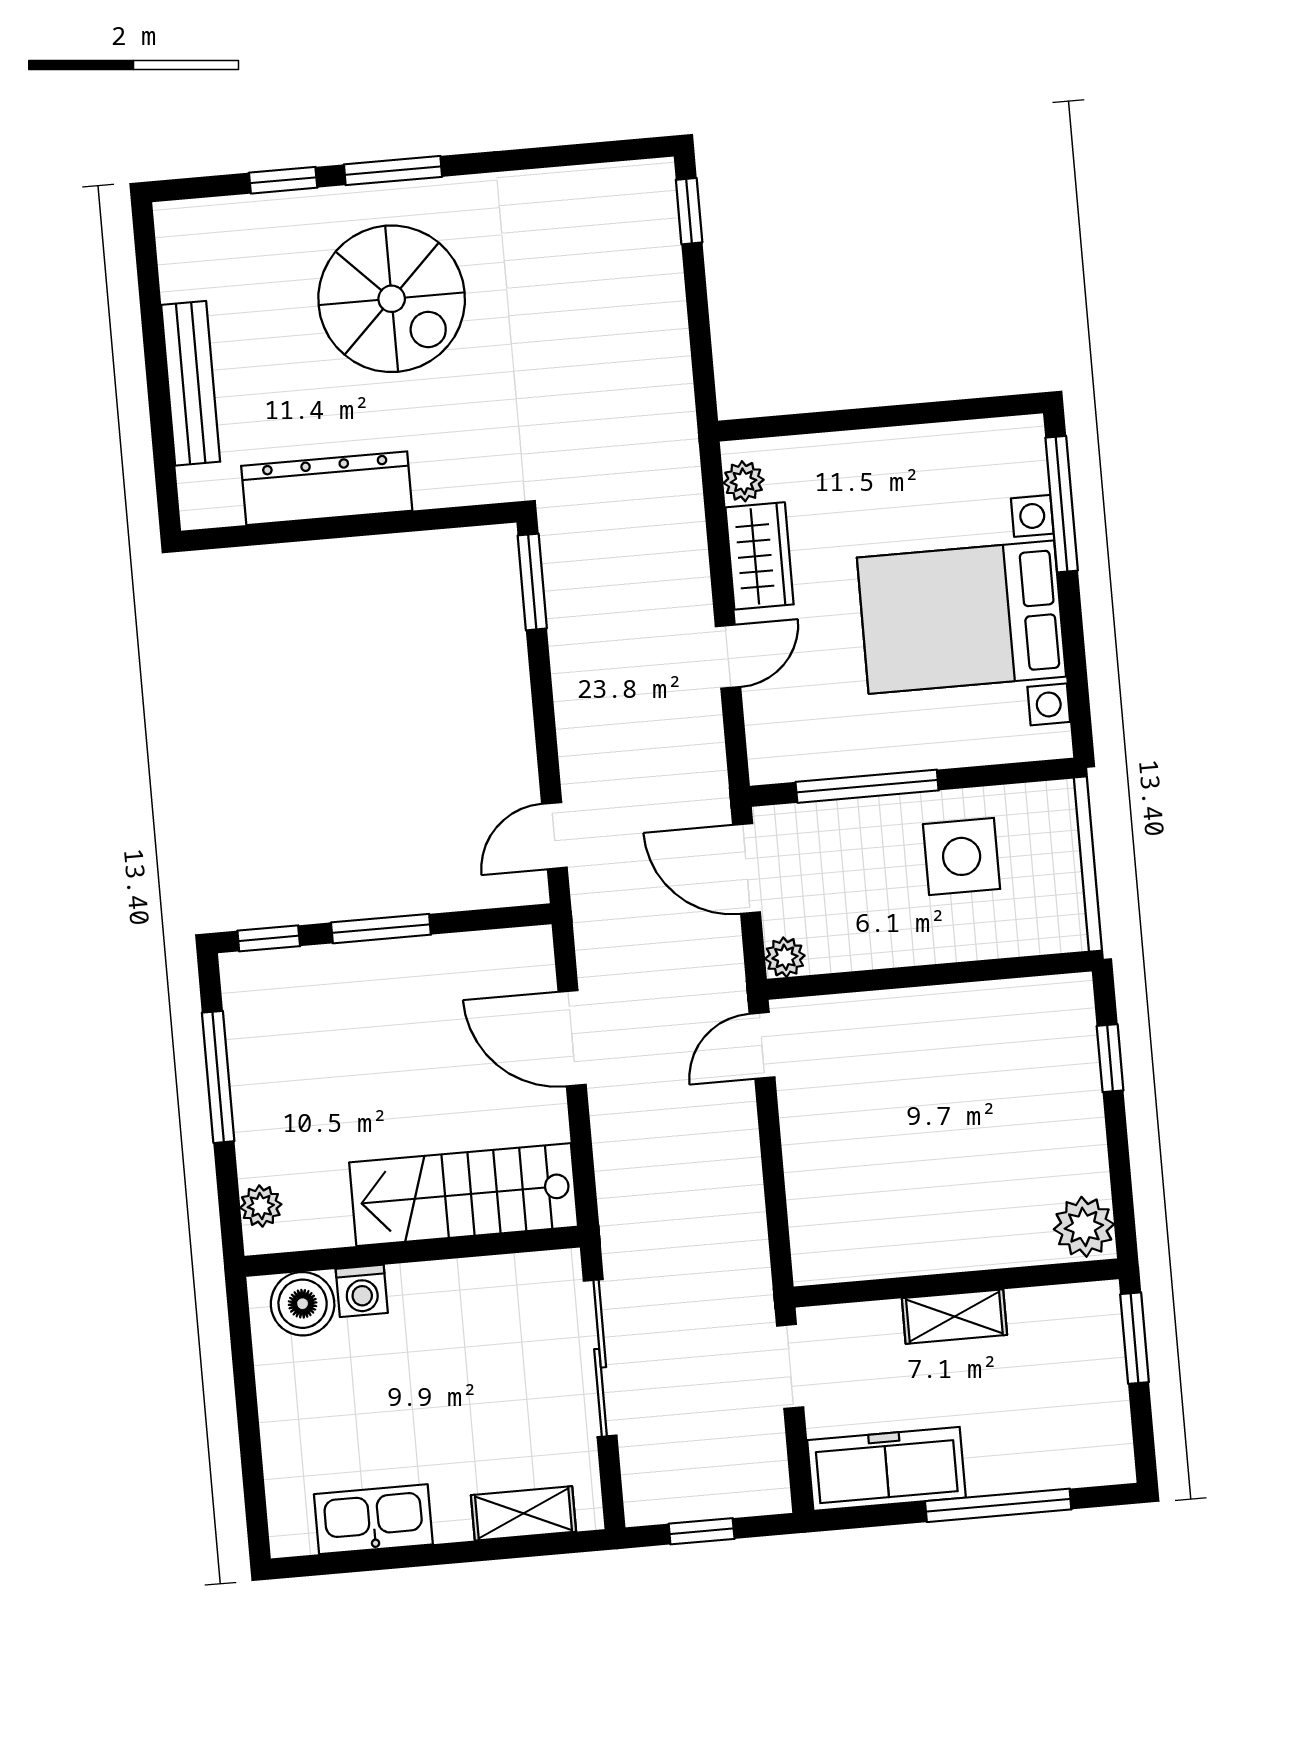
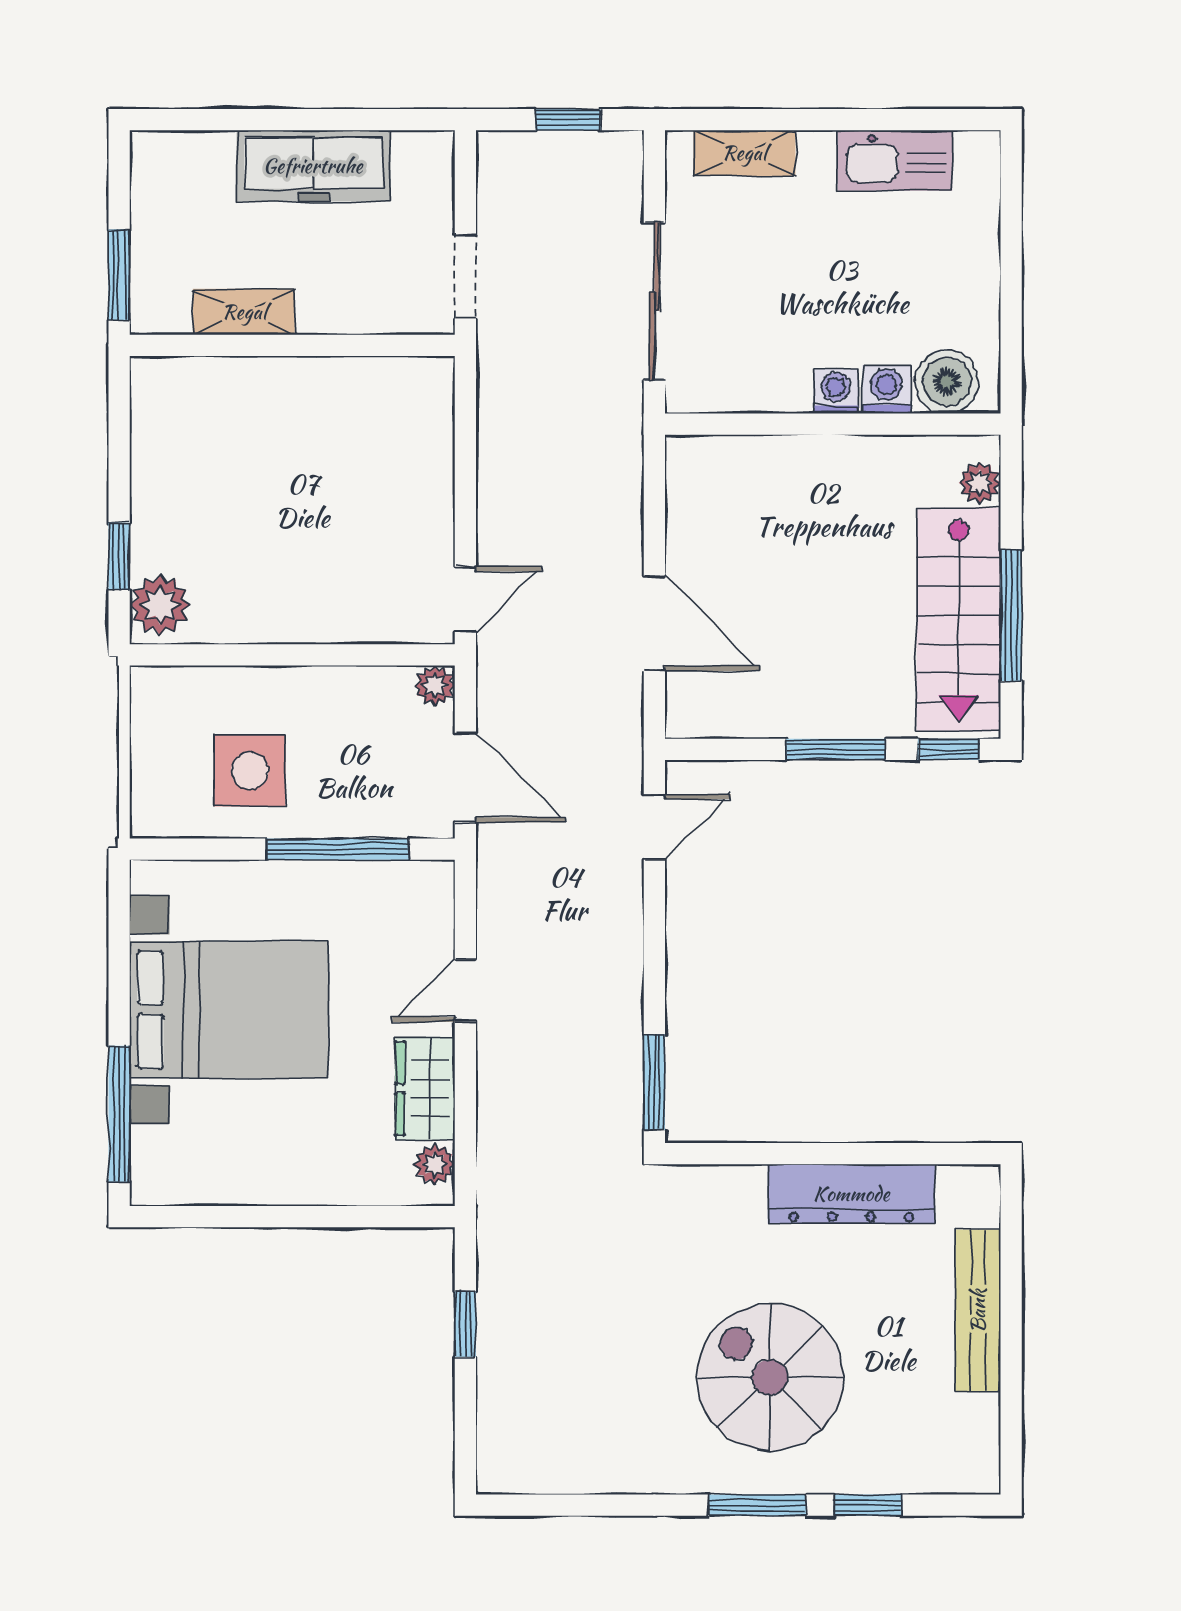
window: (689, 211) -> (465, 1324), moved
stairs: (464, 1195) -> (959, 620), moved, turned 90
plant: (1084, 1227) -> (160, 605), moved
washing machine: (412, 1285) -> (836, 391), added
shelving: (954, 1317) -> (244, 312), moved
freezer: (886, 1469) -> (313, 166), moved
window: (998, 1505) -> (270, 120), removed

